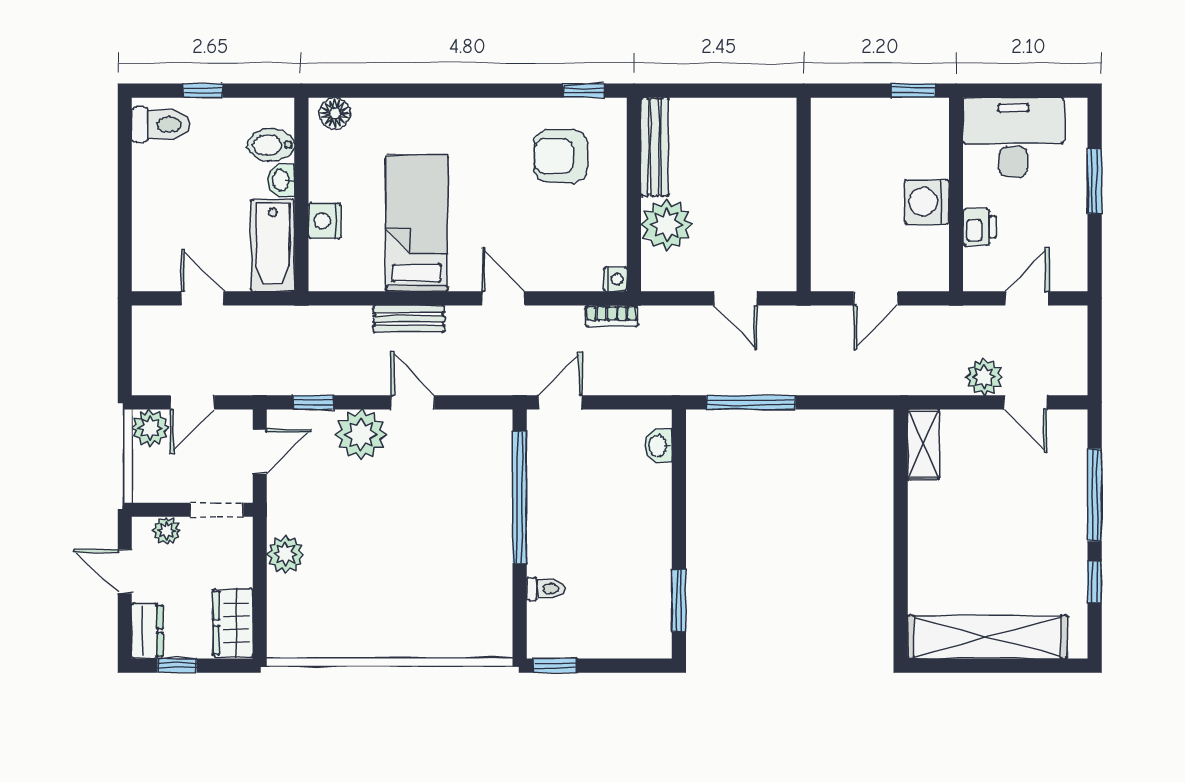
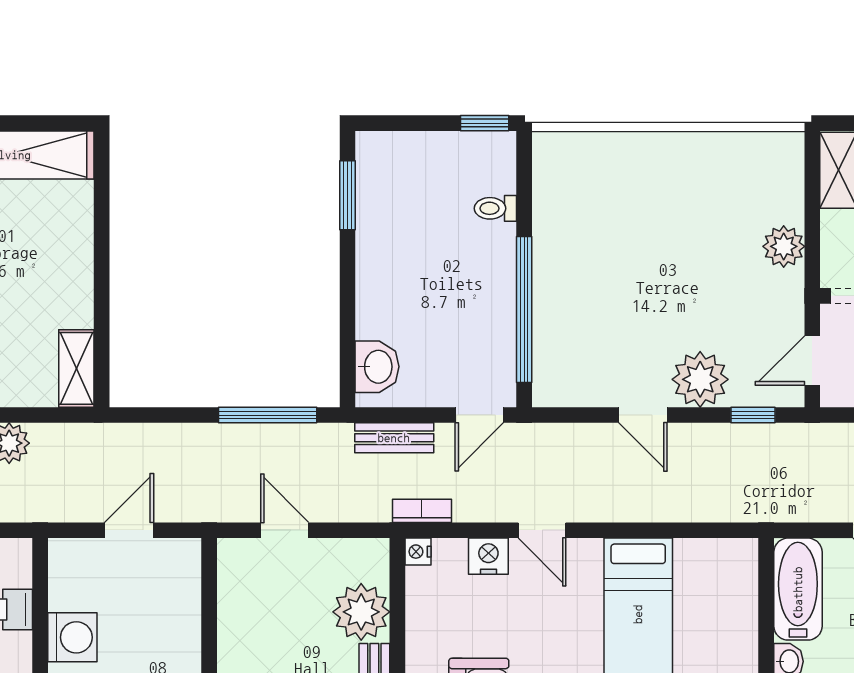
nightstand: (325, 221) -> (488, 556), moved, turned -90
bench: (409, 319) -> (394, 438), moved
washbasin: (658, 446) -> (377, 367), width x1.38, depth x1.45

